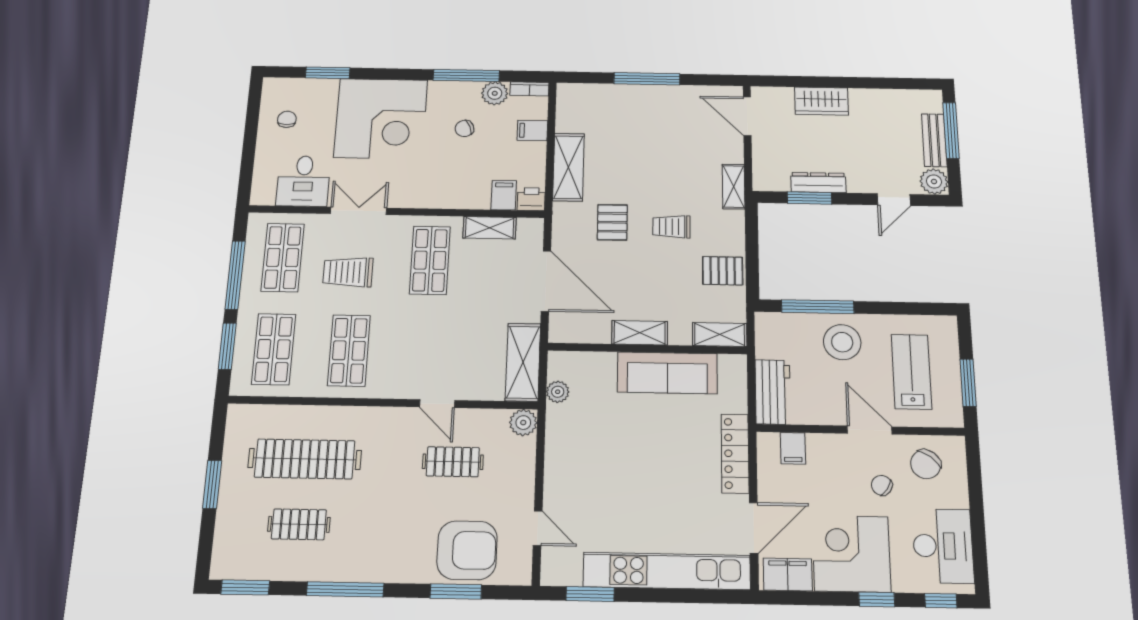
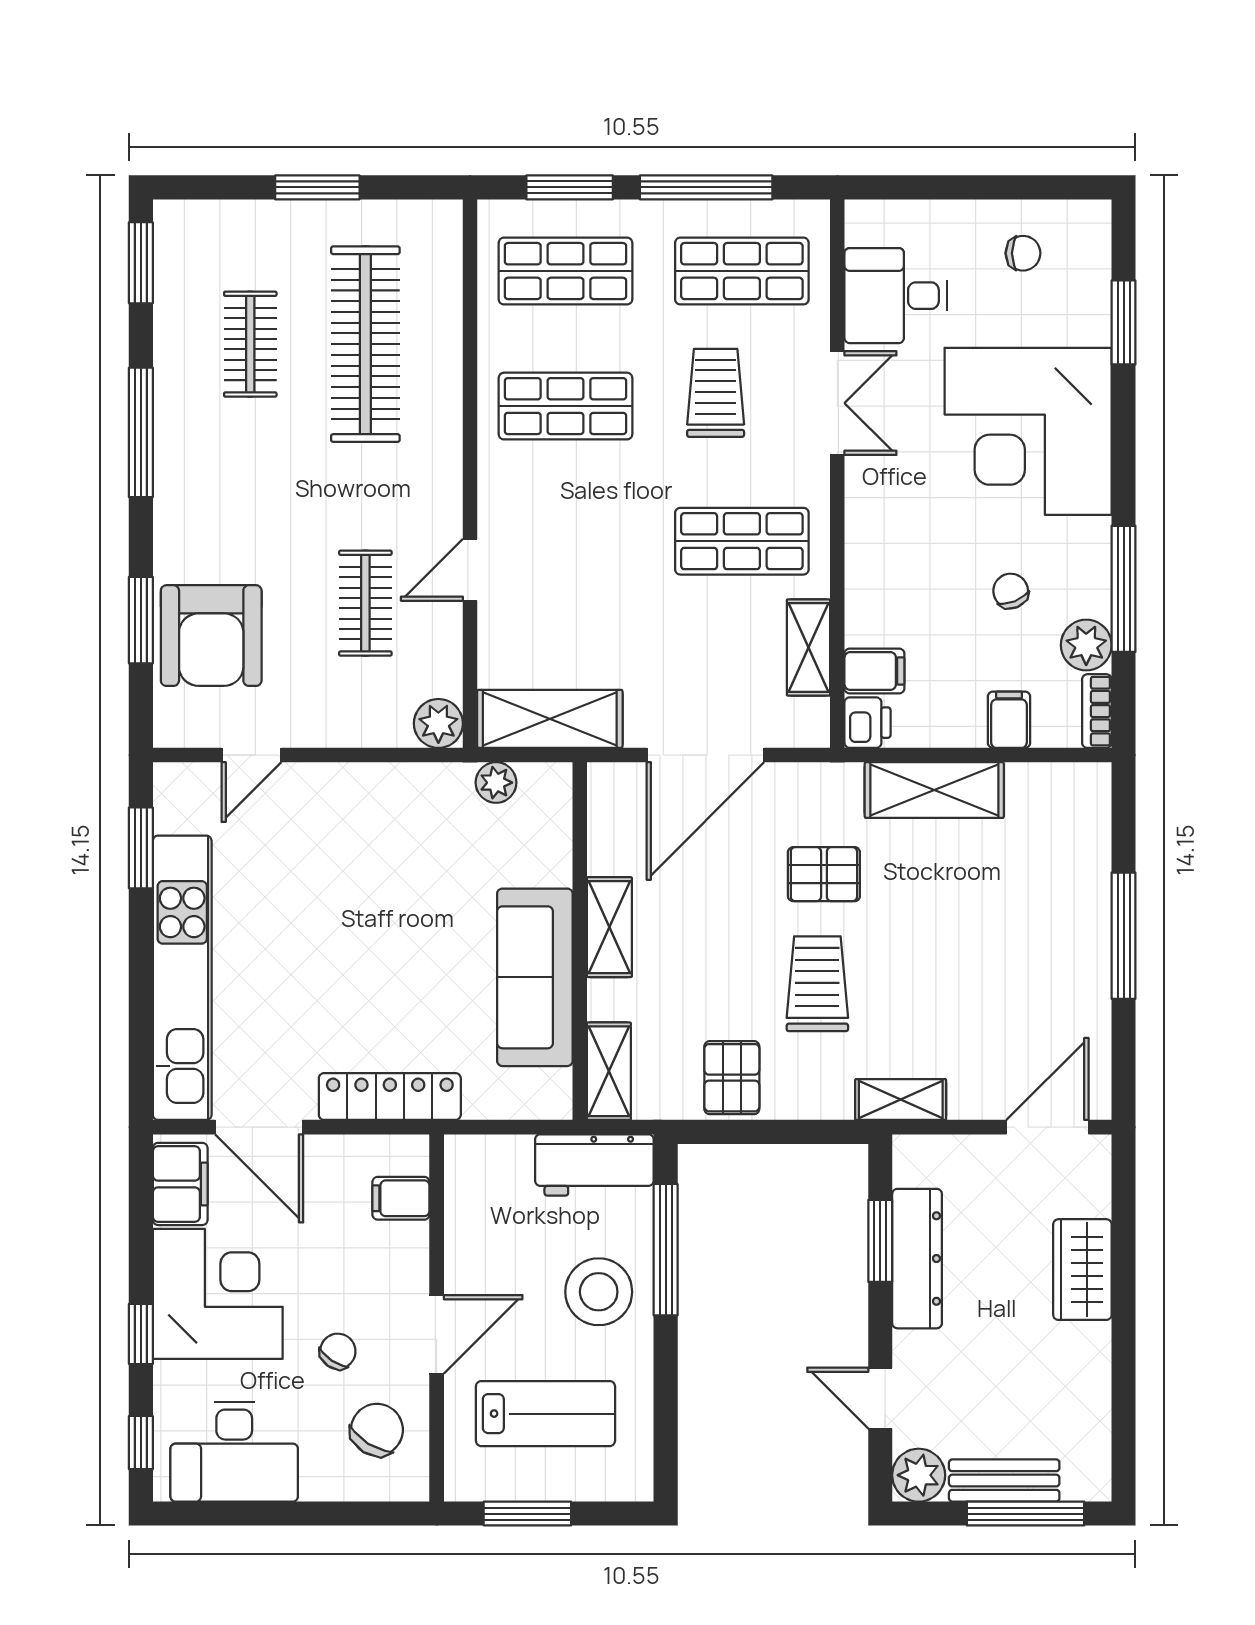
dresser: (818, 183) -> (917, 1259), width x1.37, depth x1.24
trolley: (671, 227) -> (817, 984), width x1.36, depth x1.39
workbench: (773, 392) -> (594, 1165), moved
chair: (926, 464) -> (377, 1430), turned 85

